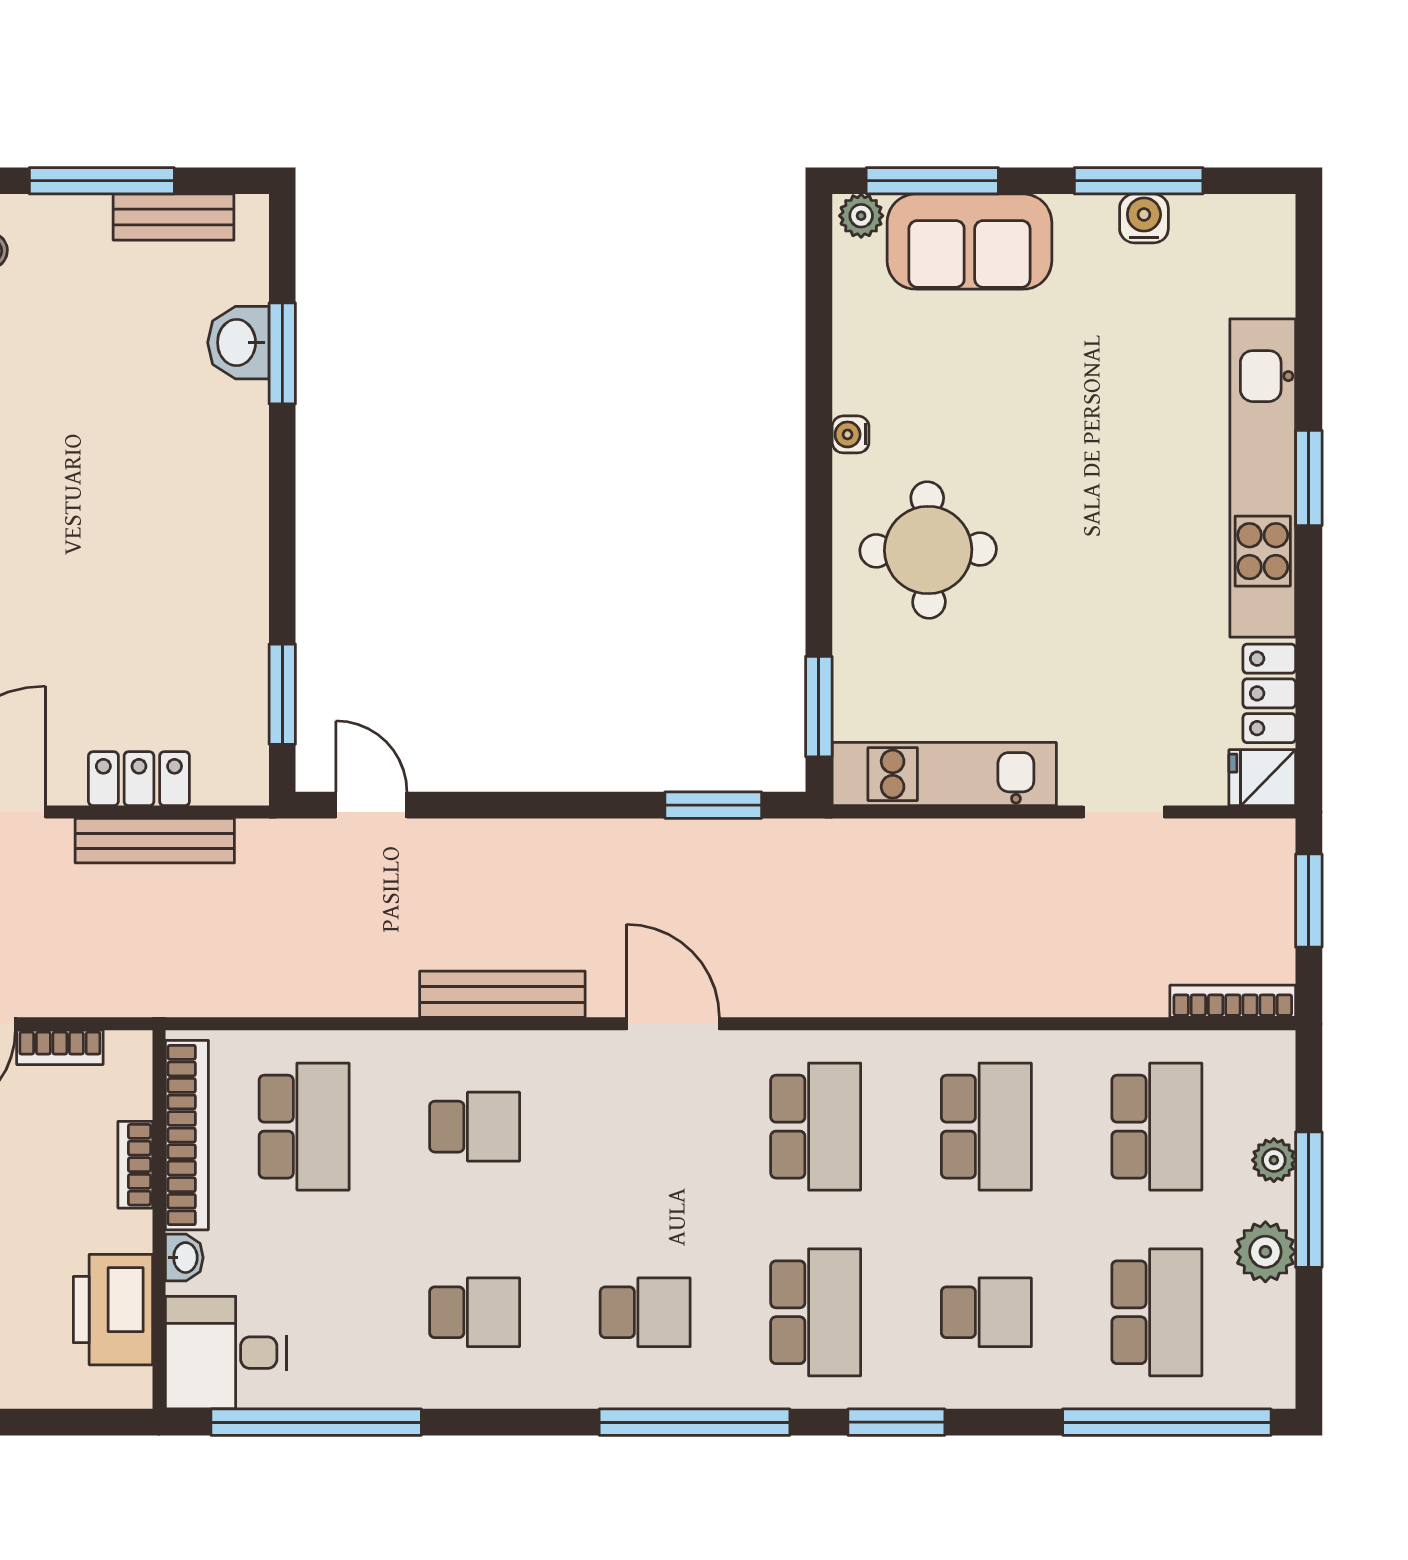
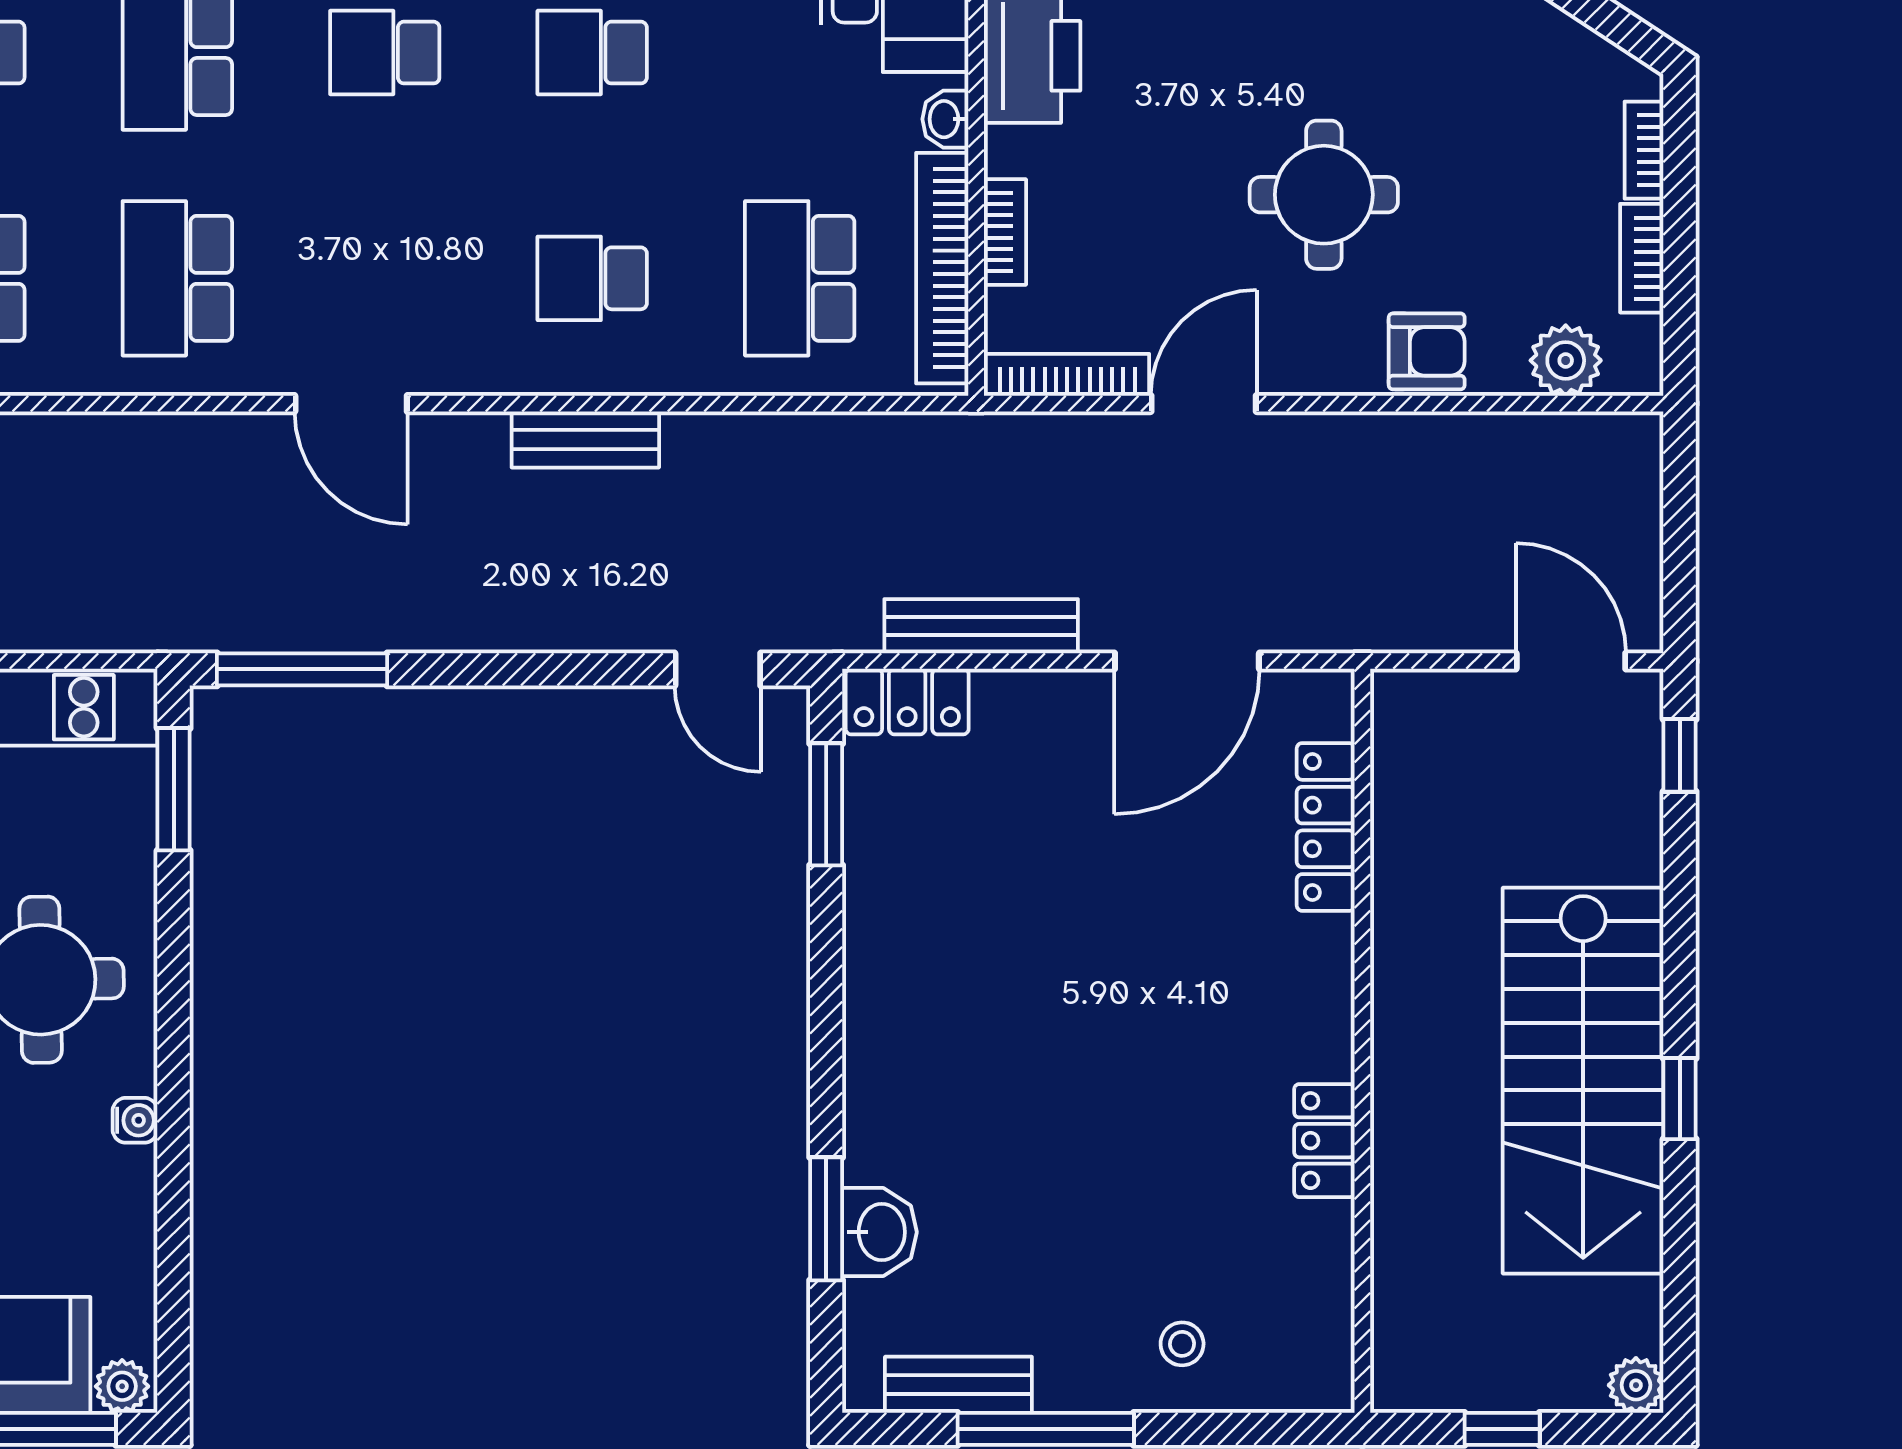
locker: (139, 779) -> (907, 702), moved
window: (713, 805) -> (302, 669), width x1.44
bench: (502, 994) -> (585, 439), width x0.73
bookcase: (60, 1047) -> (1067, 375), width x1.56

